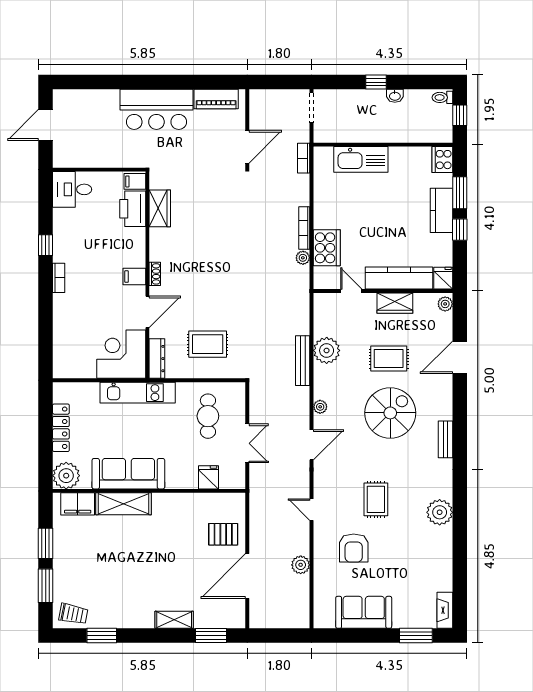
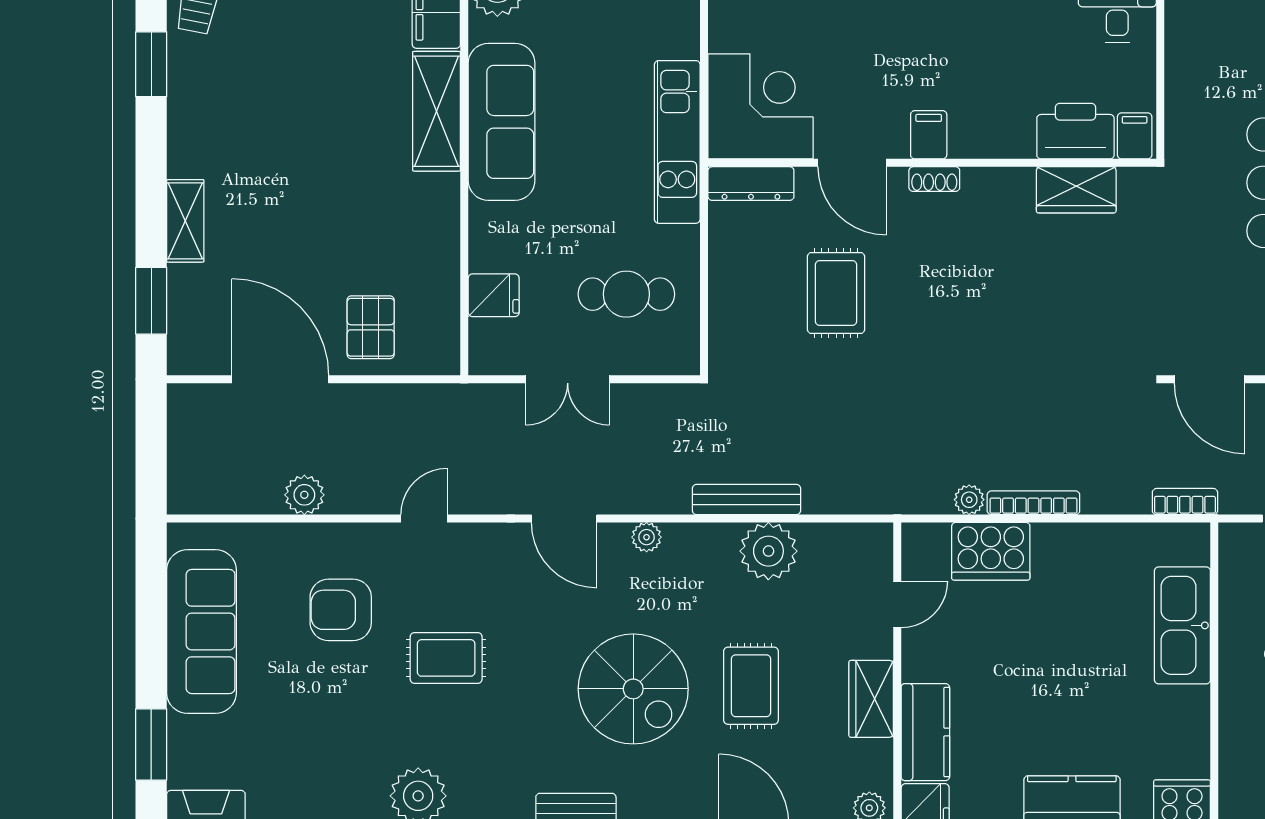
kitchen counter: (399, 278) -> (925, 732), width x0.67
rug: (208, 344) -> (836, 293), moved
sofa: (364, 612) -> (201, 631), width x1.36

